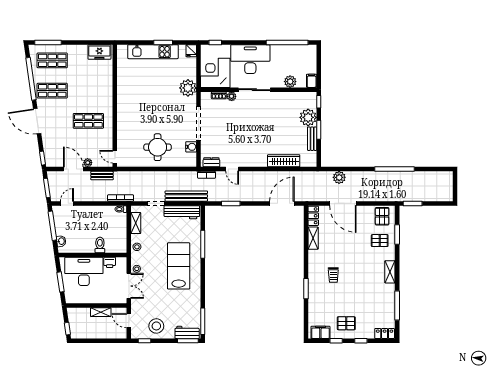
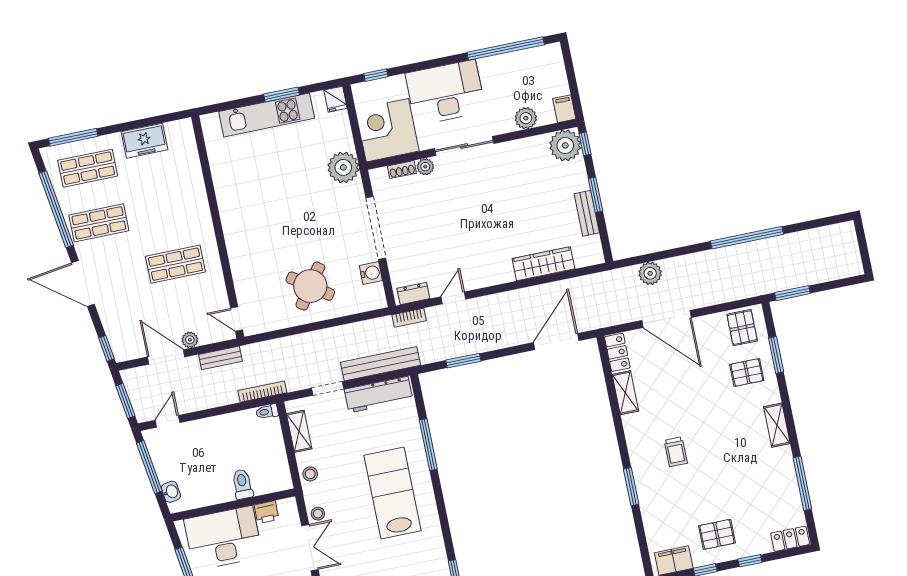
freezer: (99, 52) -> (144, 141), moved
plant: (308, 117) -> (565, 145), moved
round table: (158, 147) -> (310, 286), turned 35
door: (232, 169) -> (453, 298), swing flipped

